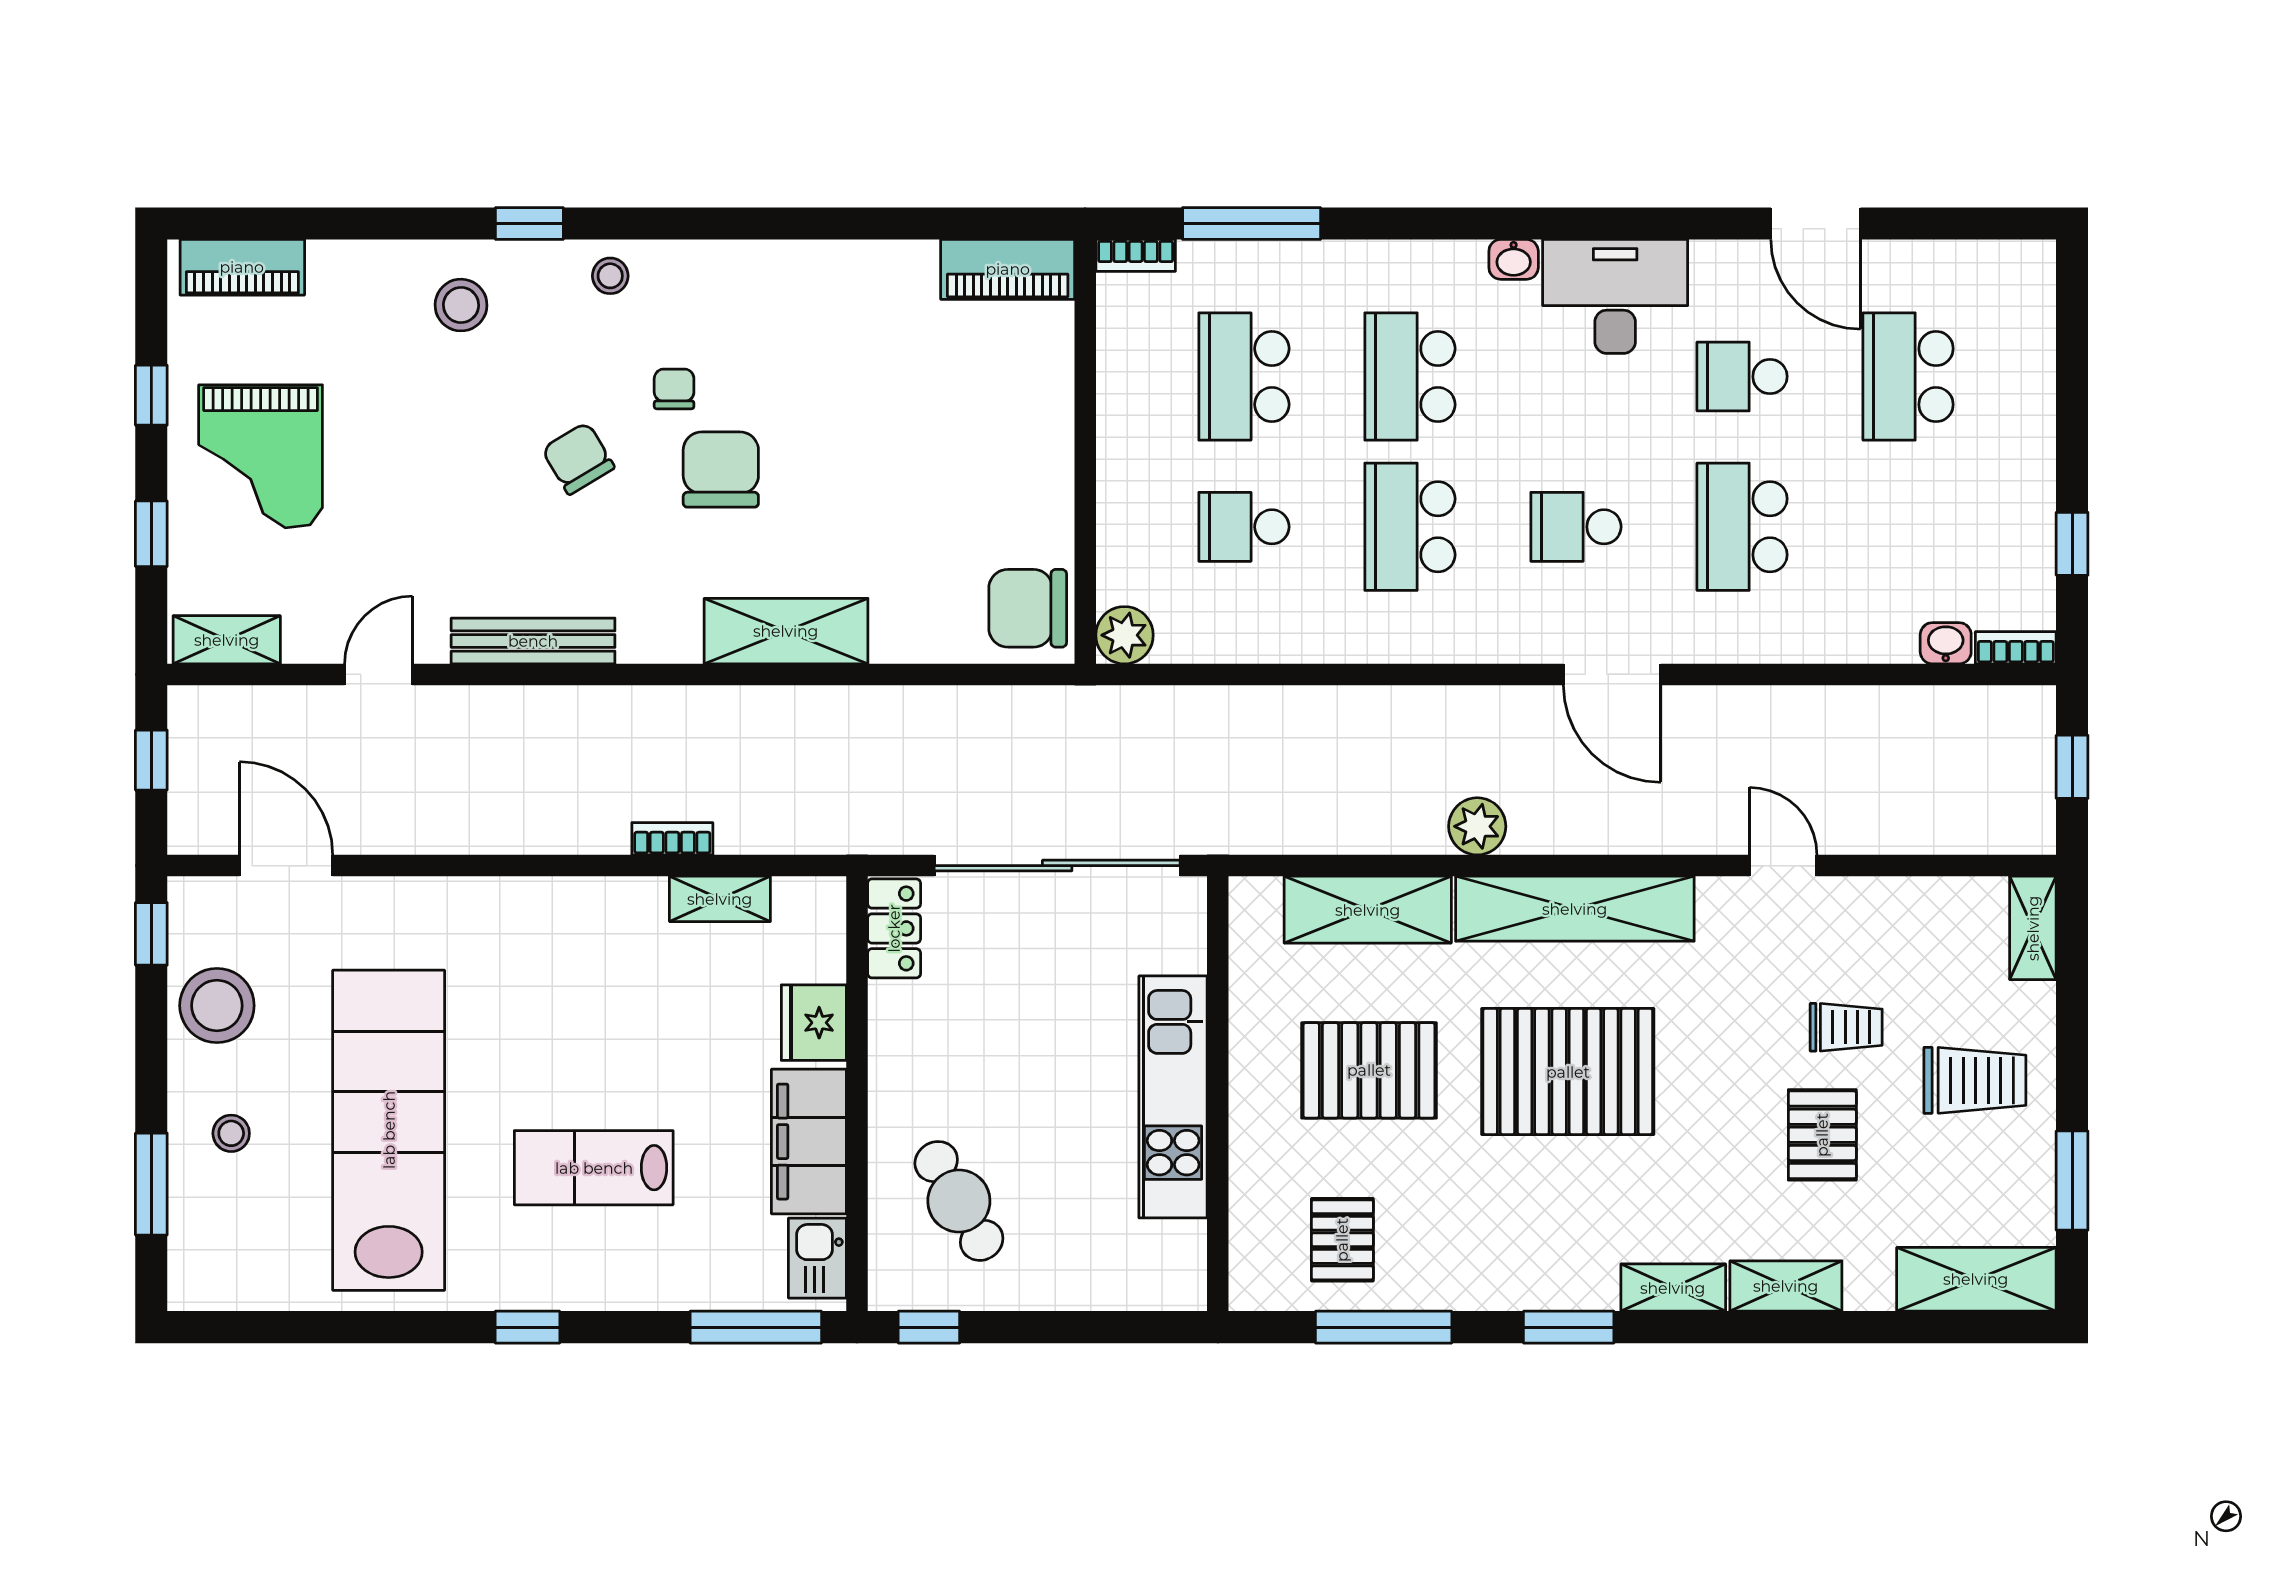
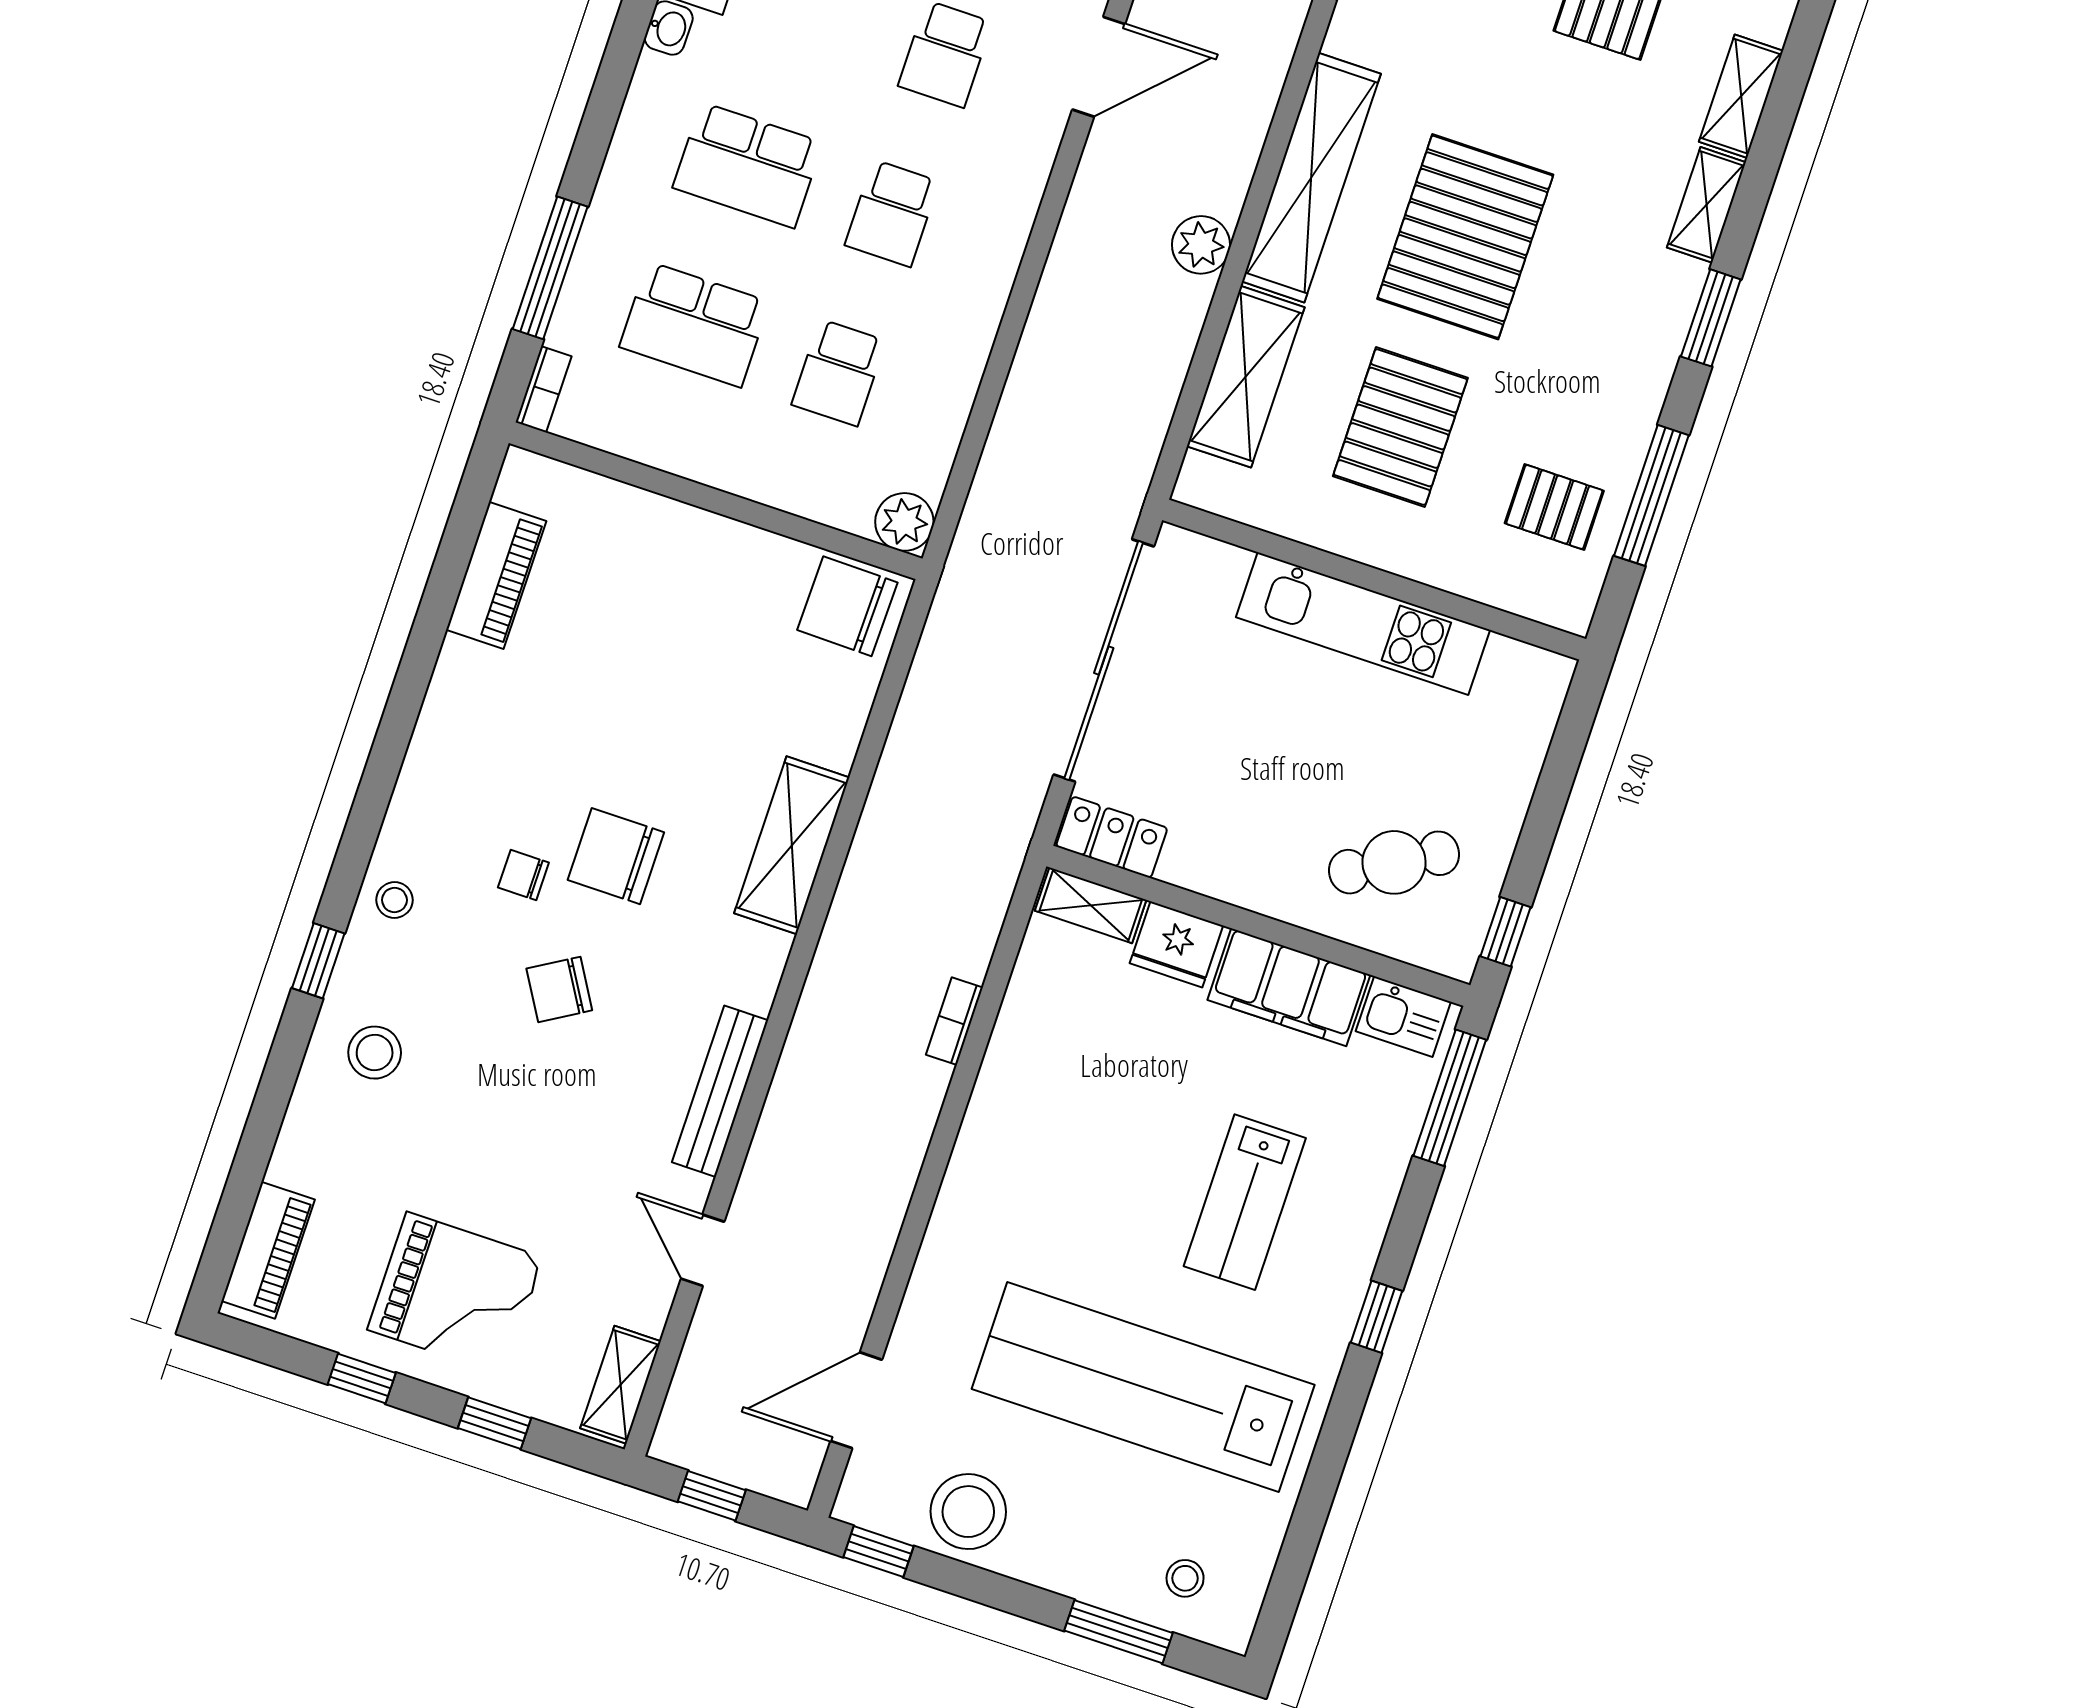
piano: (1008, 269) -> (496, 575), moved
school desk: (1410, 527) -> (892, 213), width x0.54
chair: (1028, 608) -> (847, 606), turned 91
shelving: (720, 899) -> (1091, 905), moved, turned 90
stool: (231, 1133) -> (1185, 1578), moved

